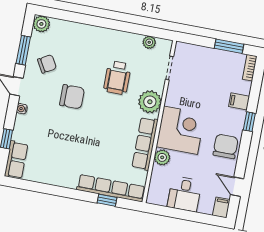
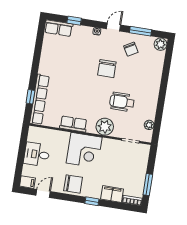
filing cabinet: (239, 101) -> (112, 194), width x2.00
row of seats: (145, 144) -> (73, 124), width x0.68
plant: (162, 157) -> (64, 137), removed

